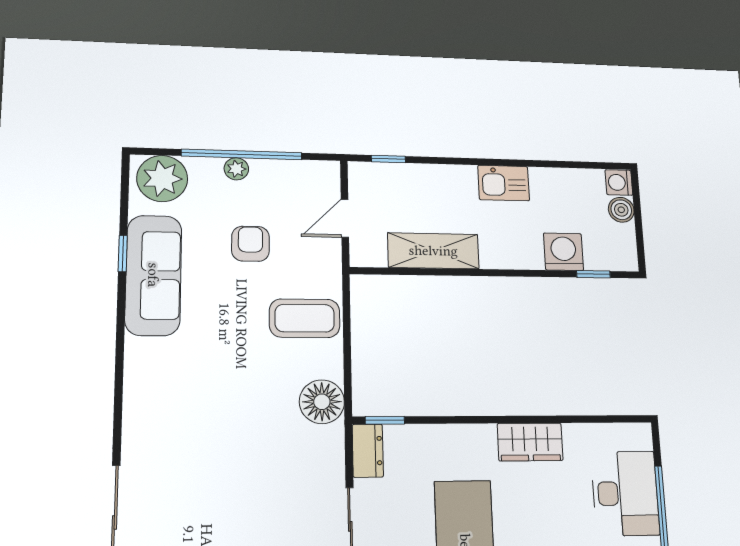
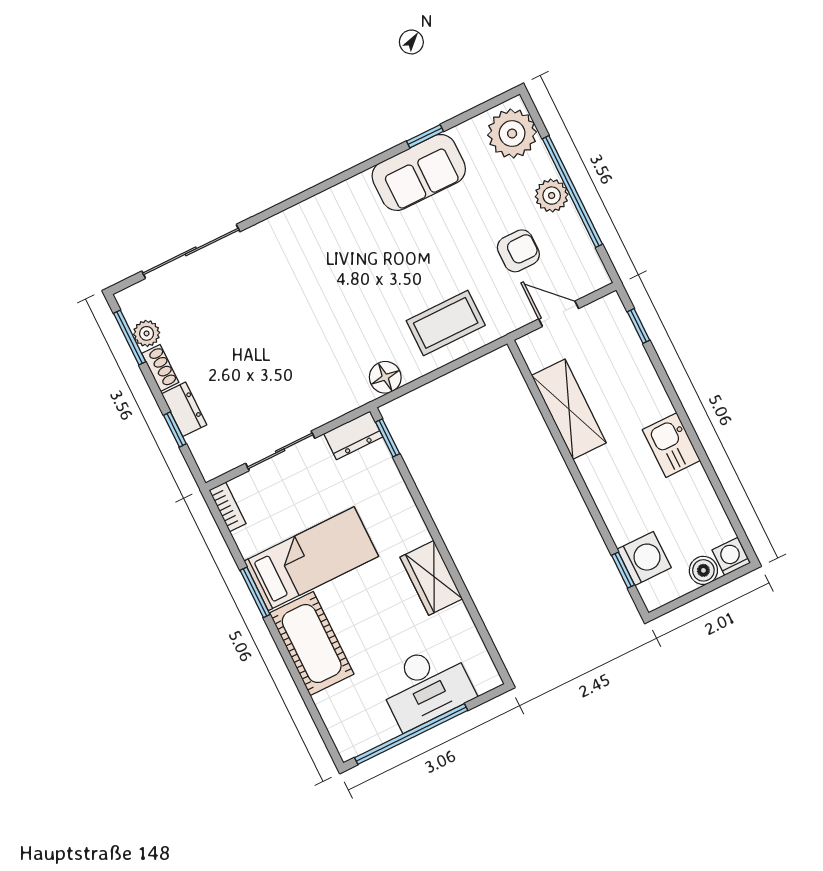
plant: (236, 169) -> (552, 196), width x1.38, depth x1.38
armchair: (250, 244) -> (518, 251), moved
washing machine: (563, 252) -> (644, 558), moved
sofa: (153, 275) -> (419, 172), width x0.73
coffee table: (305, 318) -> (446, 323), turned 90
floor lamp: (322, 402) -> (385, 377), width x0.73, depth x0.73

